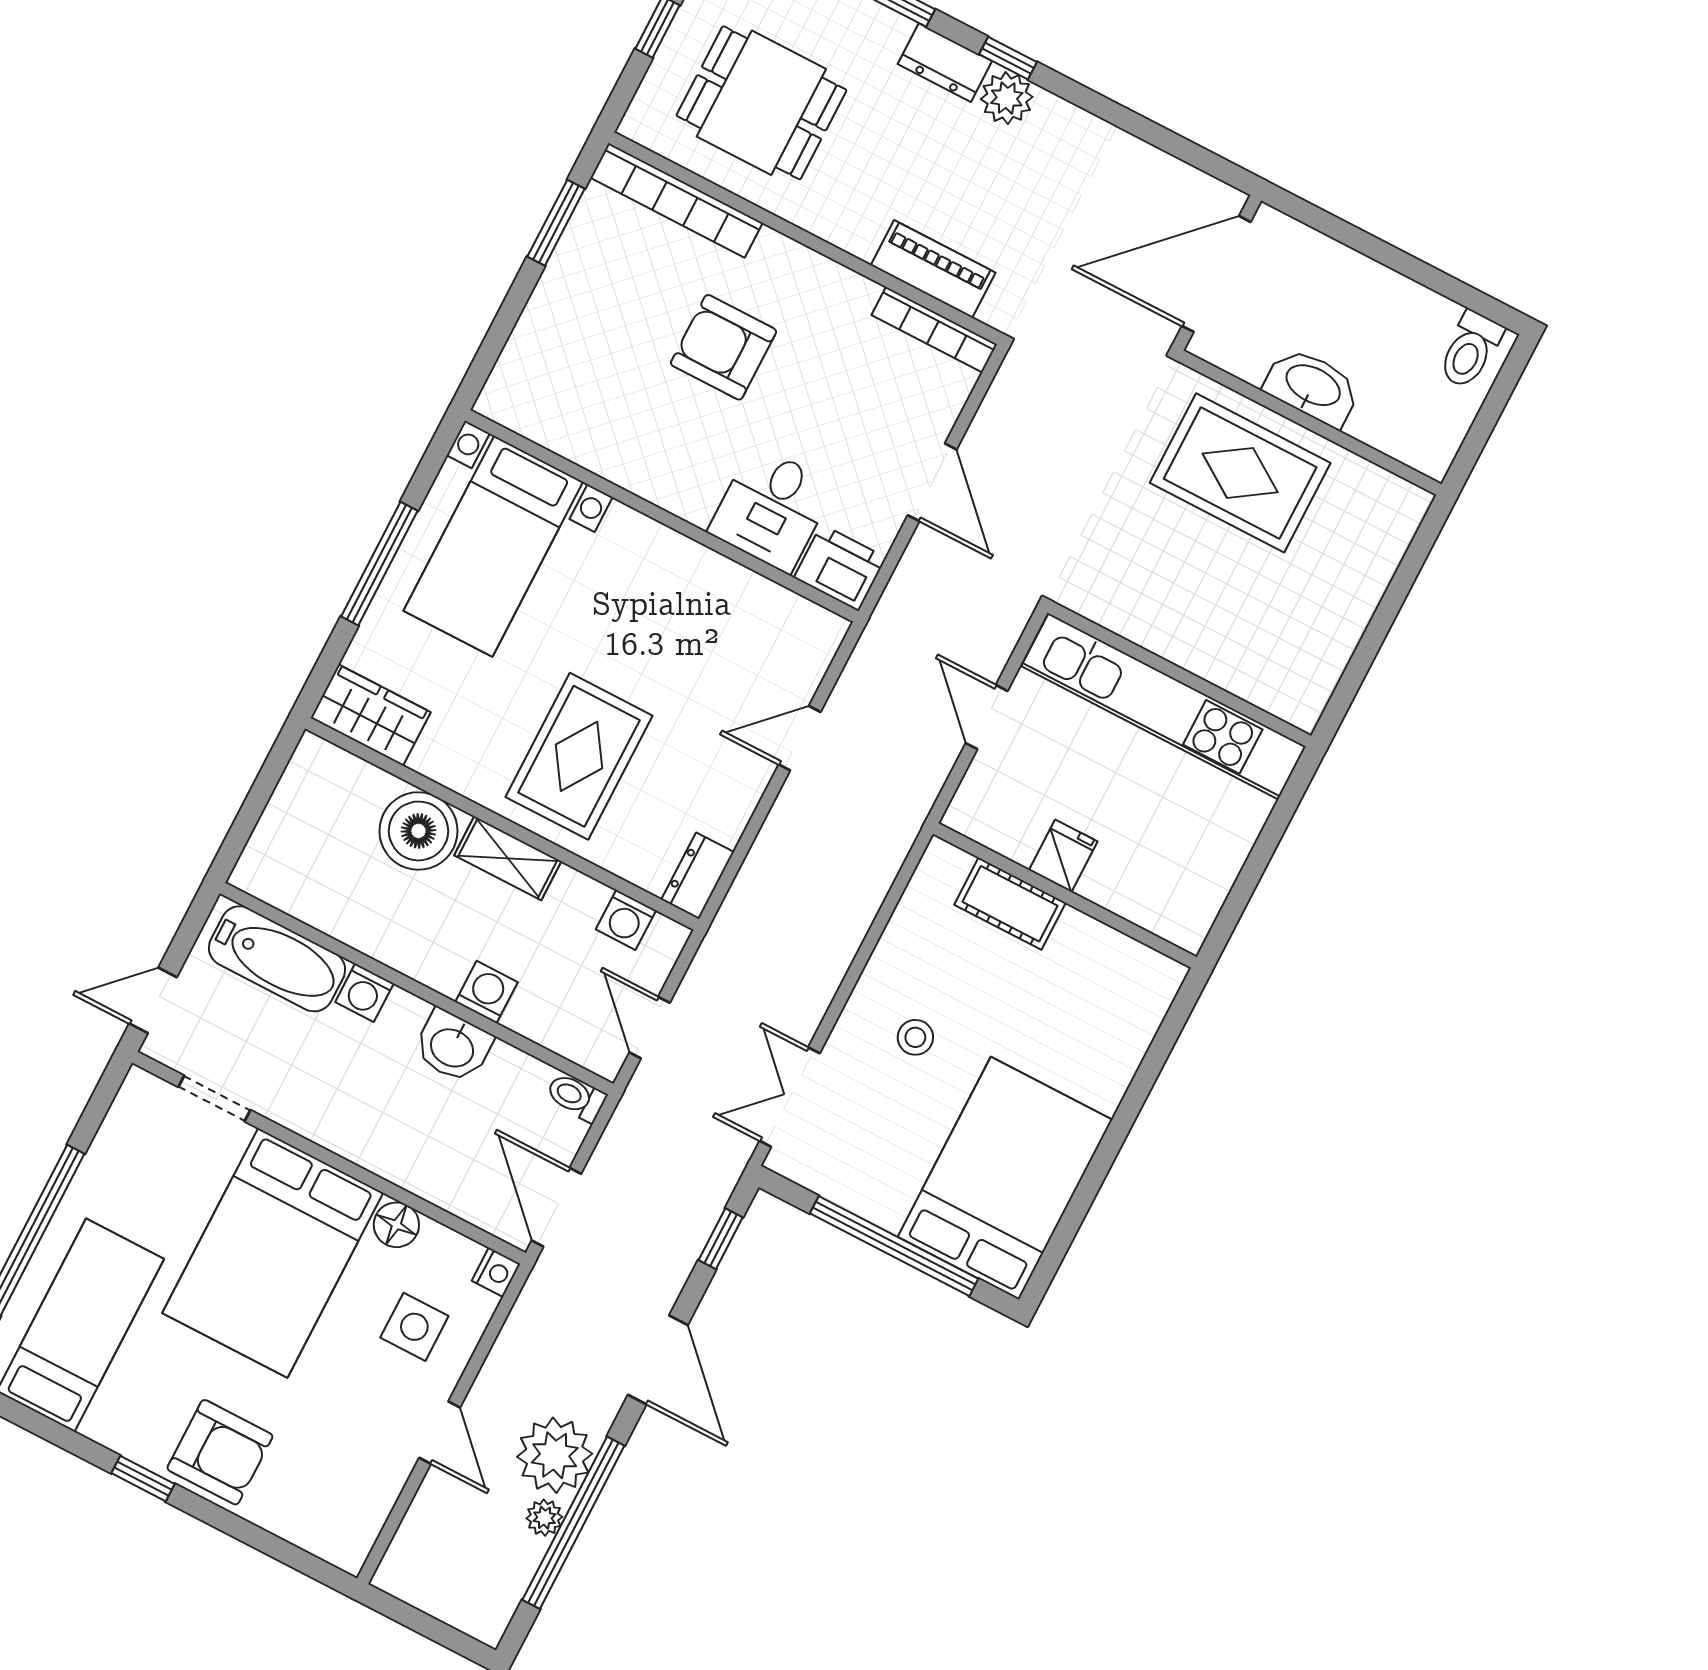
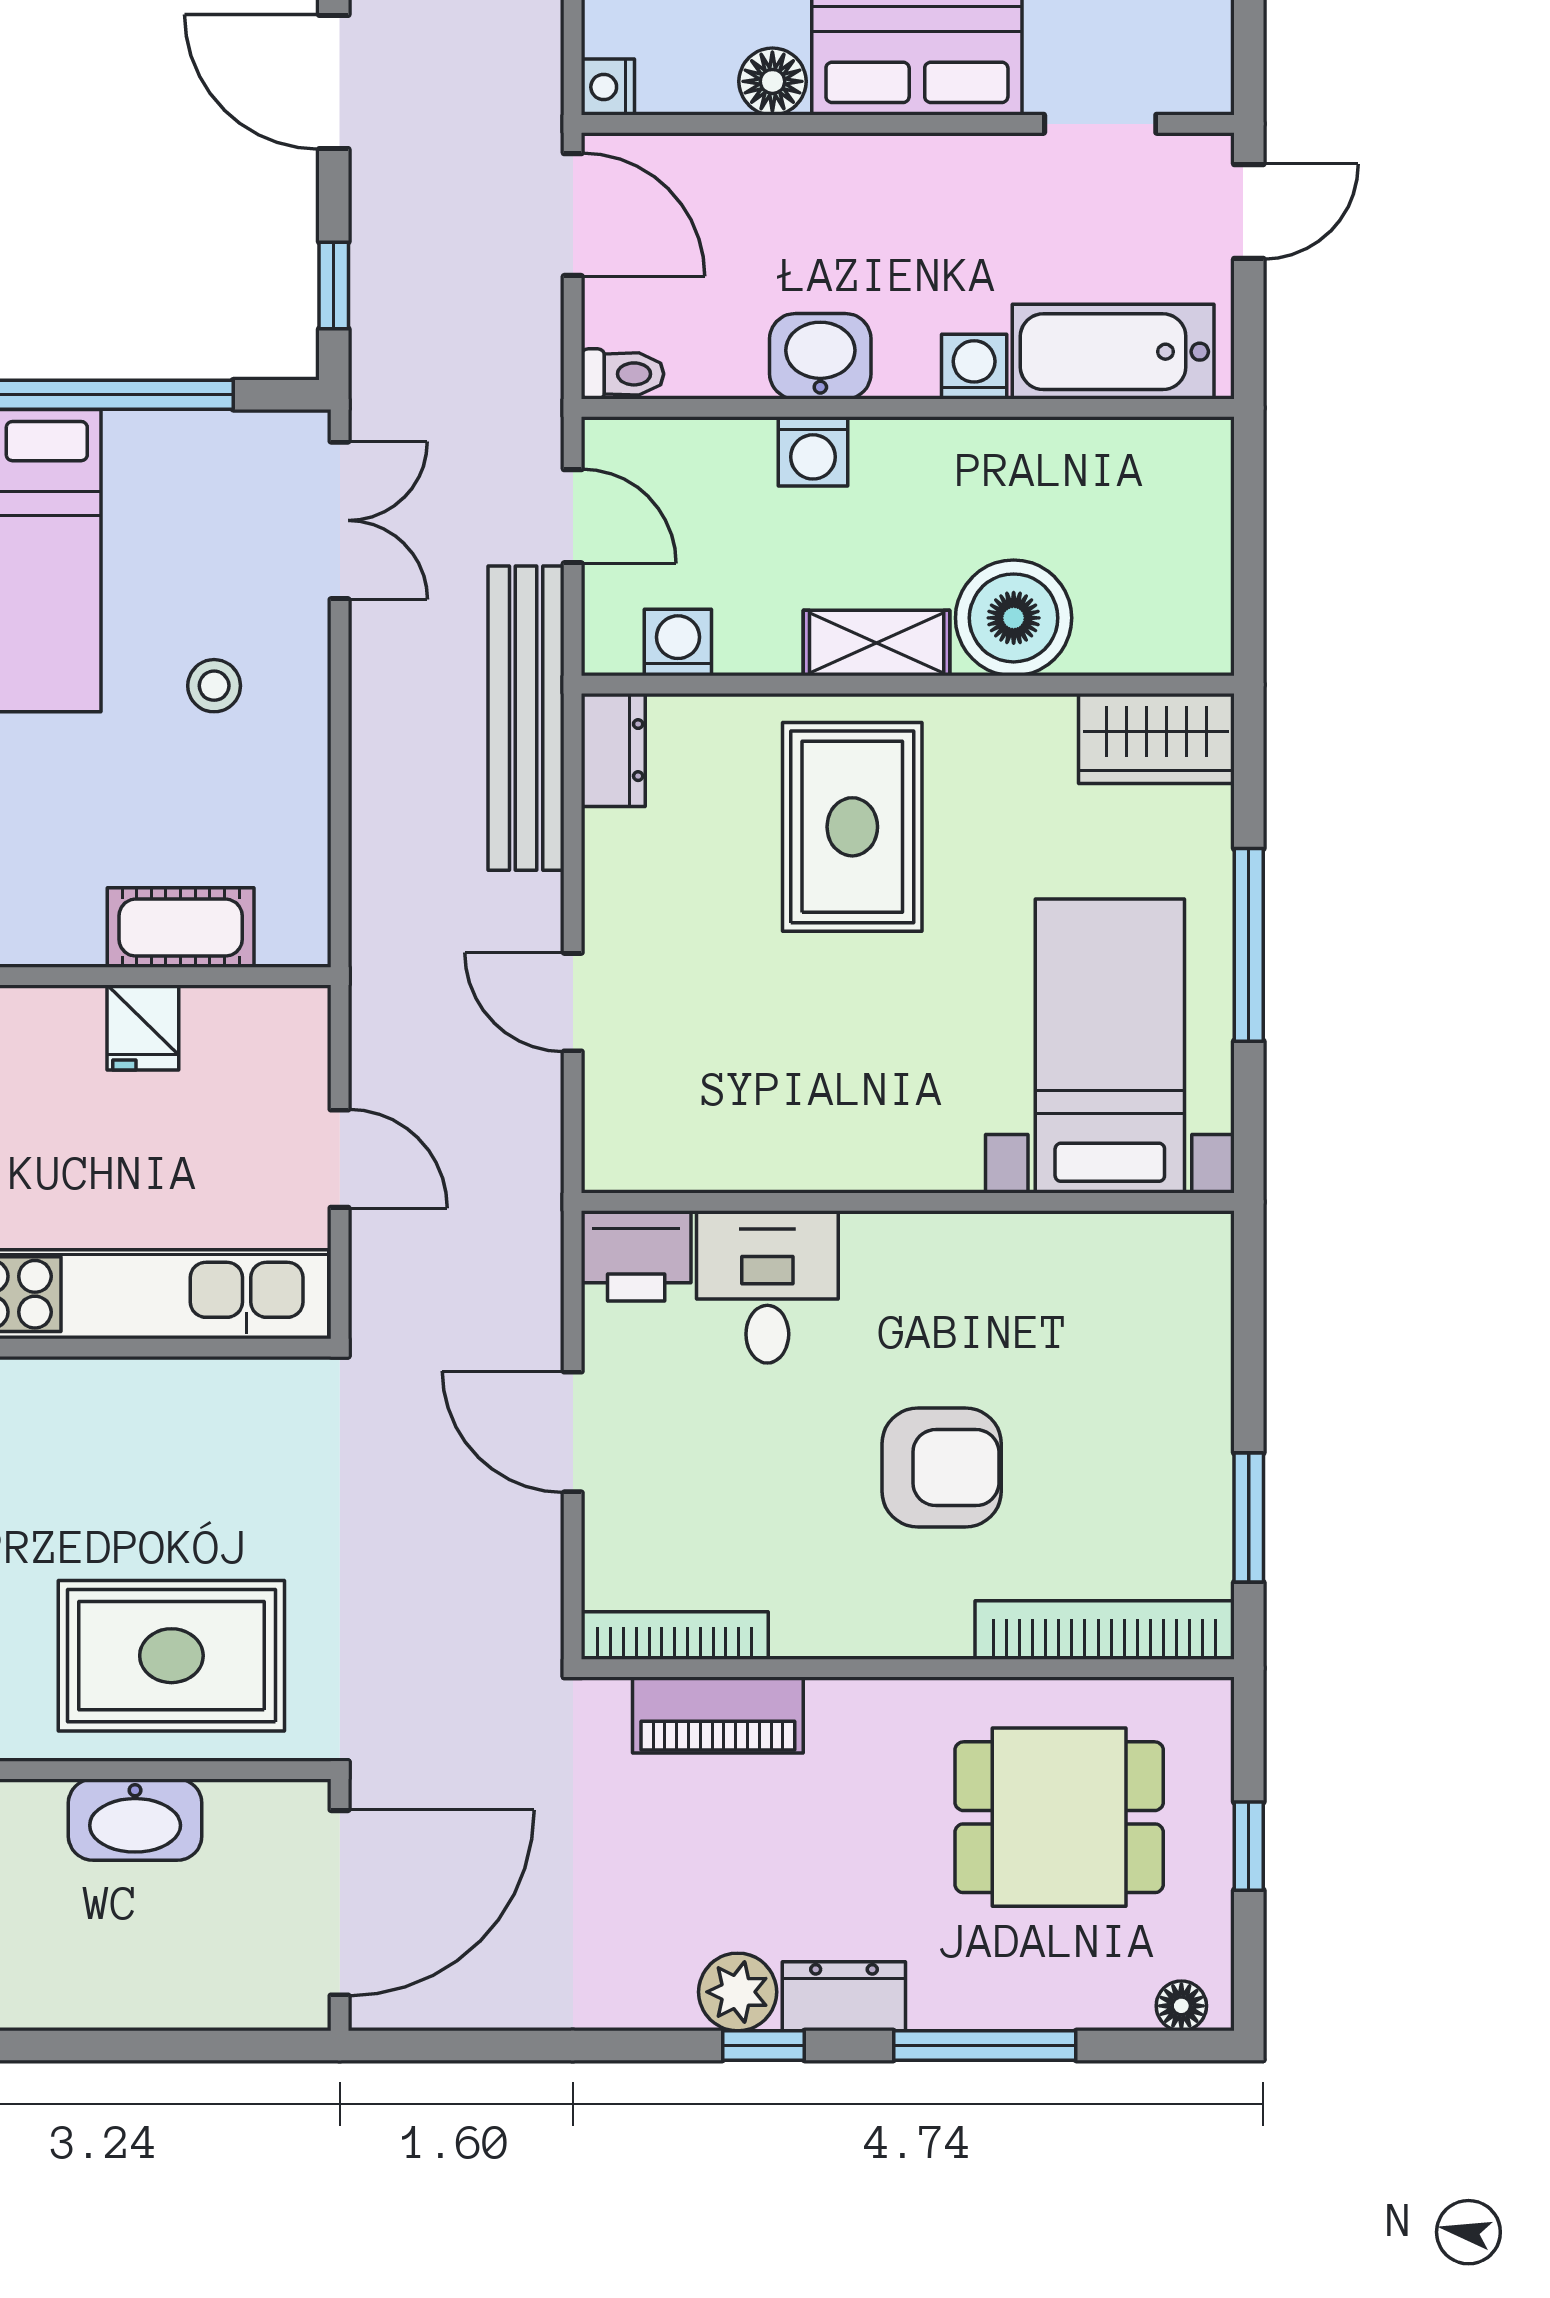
door: (800, 738) -> (573, 1002), swing flipped
bench: (740, 922) -> (526, 718), added

